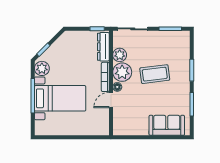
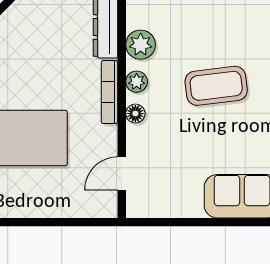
plant: (122, 72) -> (137, 82), width x0.53, depth x0.53
door: (111, 100) -> (122, 174), moved

